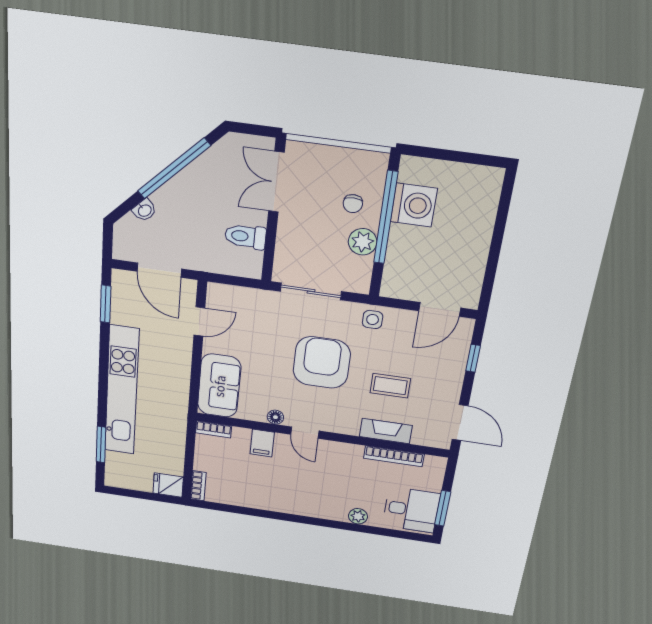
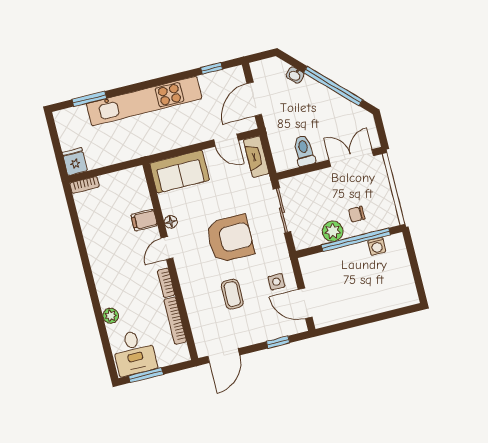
washing machine: (414, 205) -> (377, 246), width x0.53, depth x0.53
window: (105, 304) -> (212, 68), width x0.67
side table: (373, 320) -> (276, 282), moved
bookcase: (214, 429) -> (166, 283), moved
fireplace: (386, 431) -> (256, 157), moved, turned 180

